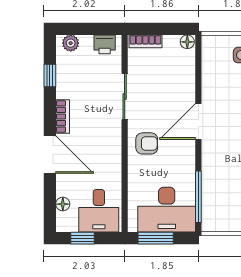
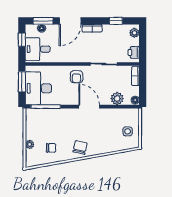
plant: (185, 73) -> (117, 99), added
window: (50, 201) -> (43, 21), added

